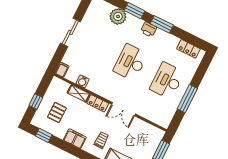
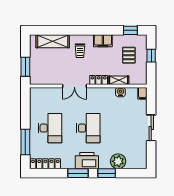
printer: (149, 29) -> (87, 161), width x1.87, depth x1.48
locker: (188, 49) -> (45, 164), width x1.53
window: (187, 99) -> (25, 142), moved
double door: (123, 109) -> (74, 86), swing flipped

